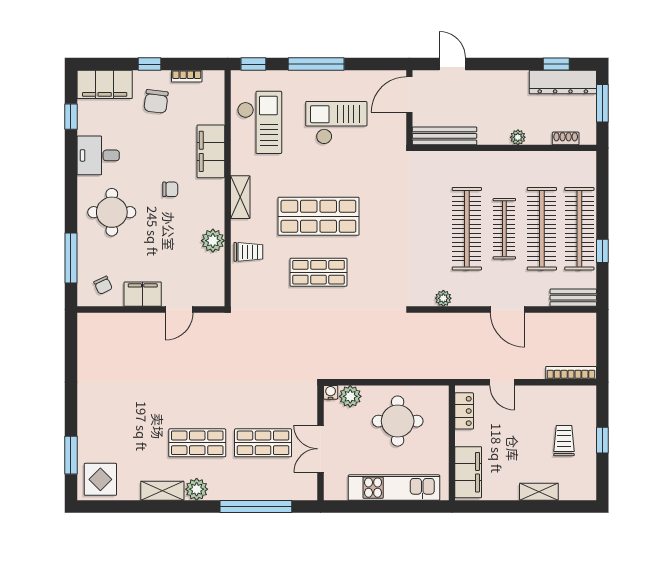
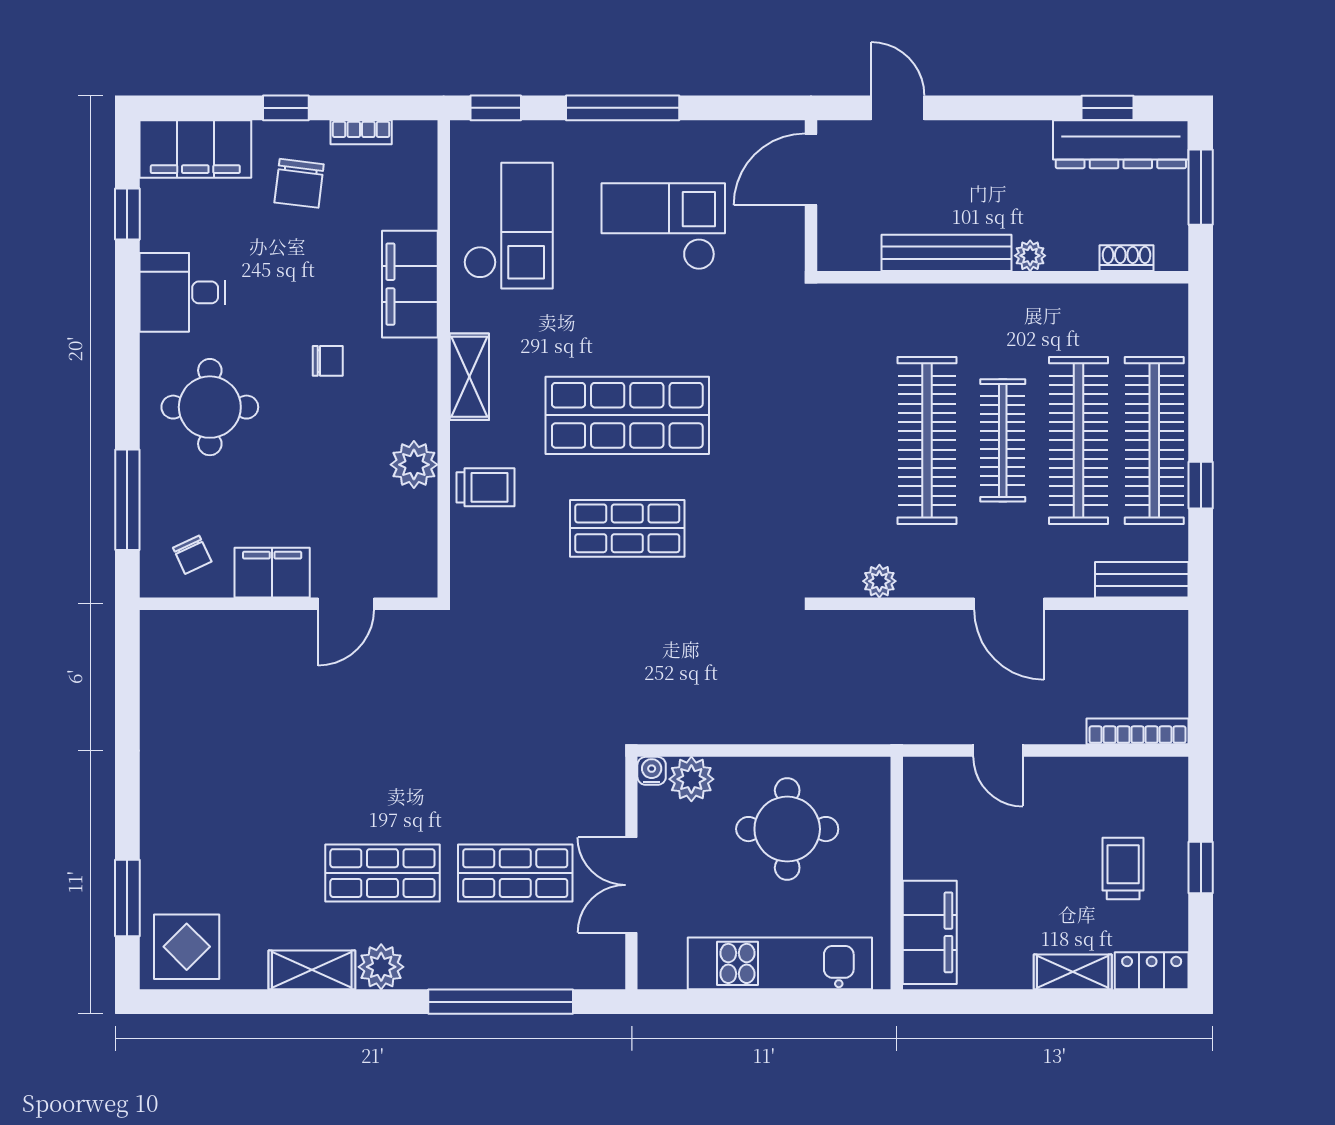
bench: (445, 136) -> (947, 253), moved
locker: (464, 411) -> (1152, 971), moved, turned -90

